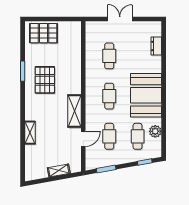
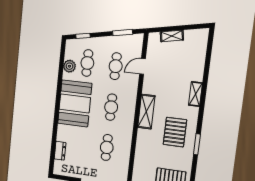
shelving: (74, 111) -> (146, 112), moved
shelving: (30, 133) -> (195, 94), moved

